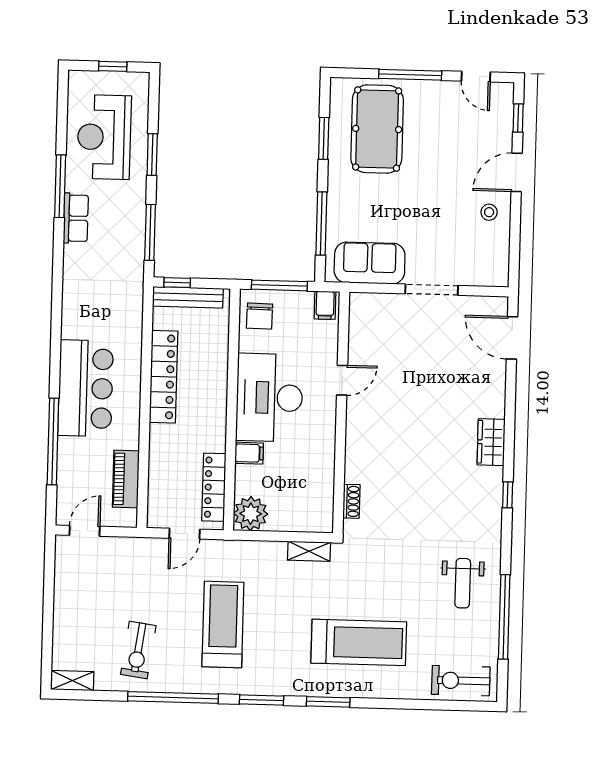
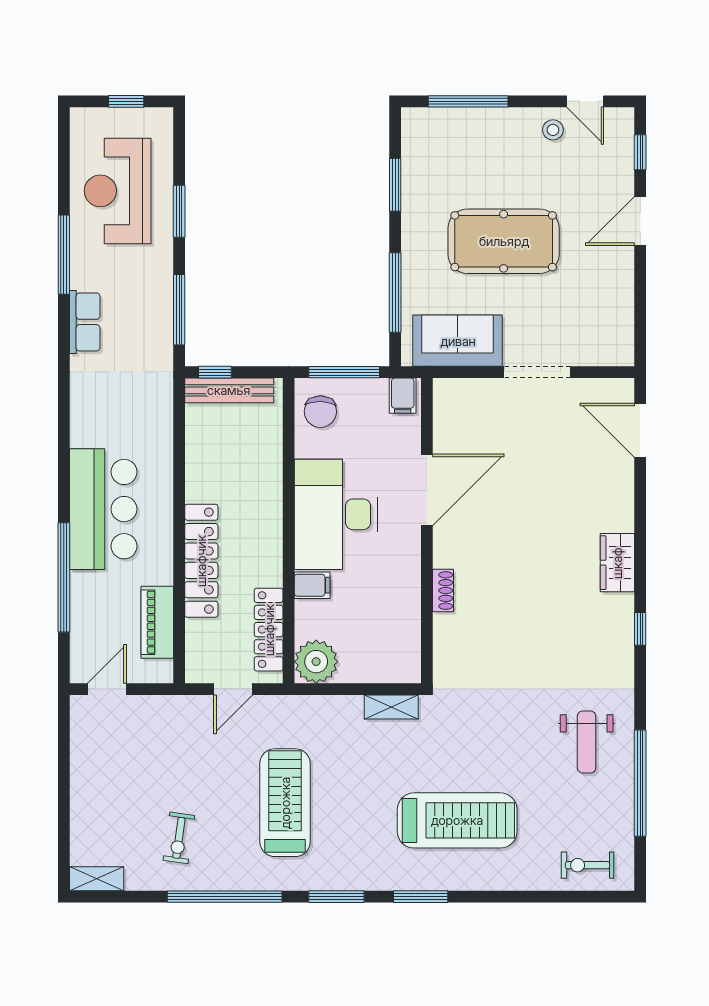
window: (410, 75) -> (468, 101), moved
pool table: (377, 129) -> (504, 241), moved, turned 90
stool: (489, 212) -> (553, 130), moved
row of seats: (76, 218) -> (85, 322), moved
locker: (164, 377) -> (201, 561), moved
door: (342, 380) -> (427, 490), width x1.88
shoe rack: (351, 501) -> (443, 591), moved
exercise bike: (138, 650) -> (179, 838), width x0.73, depth x0.72
exercise bike: (461, 681) -> (587, 865), width x0.73, depth x0.72

